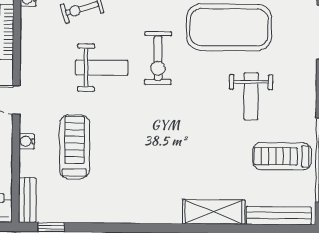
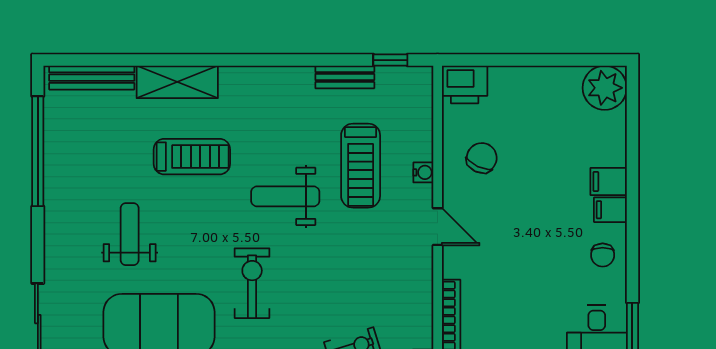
weight bench: (102, 68) -> (285, 196), moved
treadmill: (282, 156) -> (192, 157), moved
bench: (27, 200) -> (345, 77), moved, turned 90

